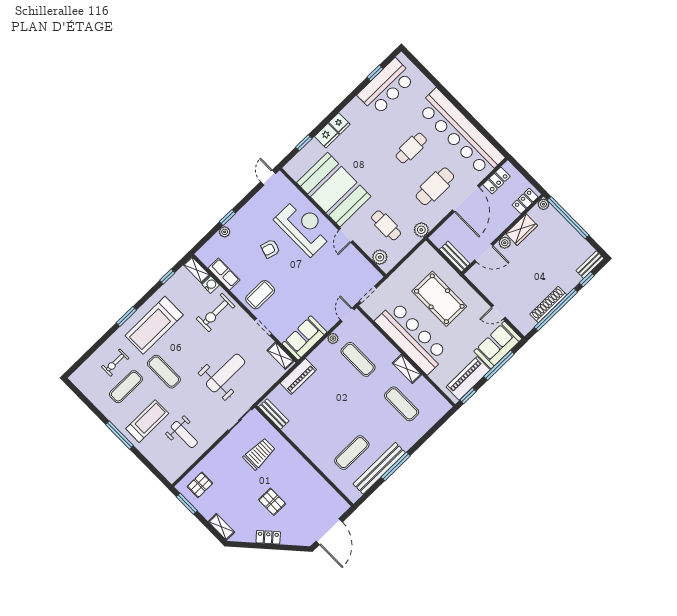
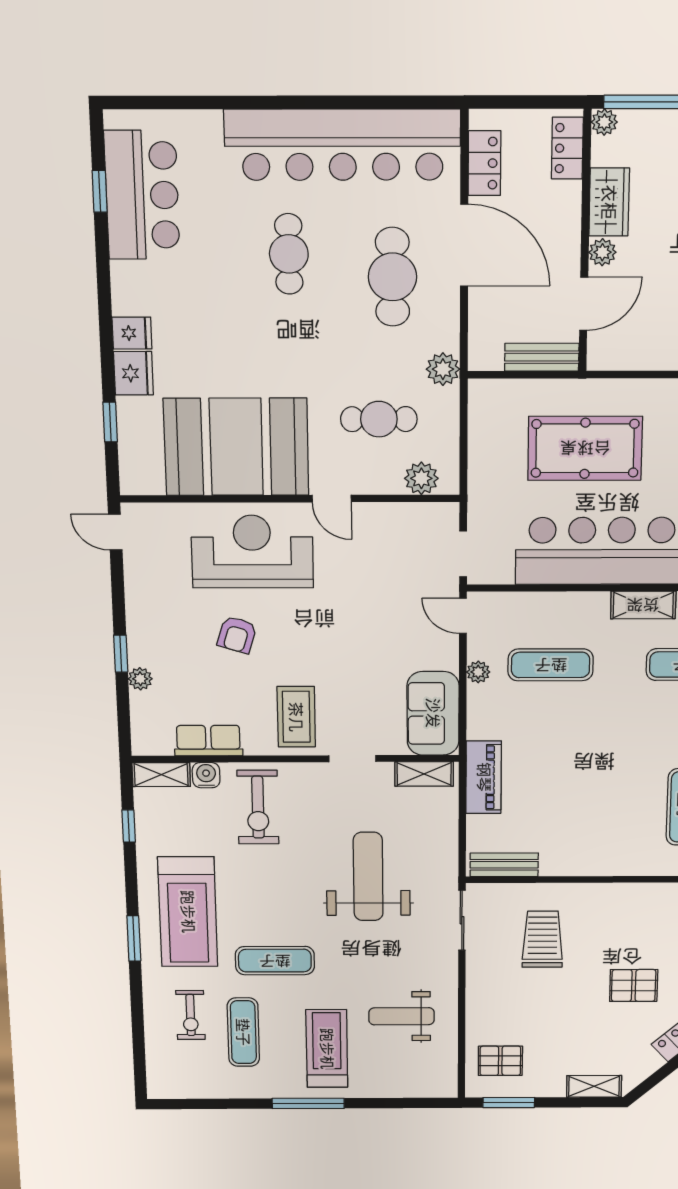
weight bench: (184, 435) -> (401, 1016), turned 180
pallet: (200, 485) -> (500, 1061), turned 90

